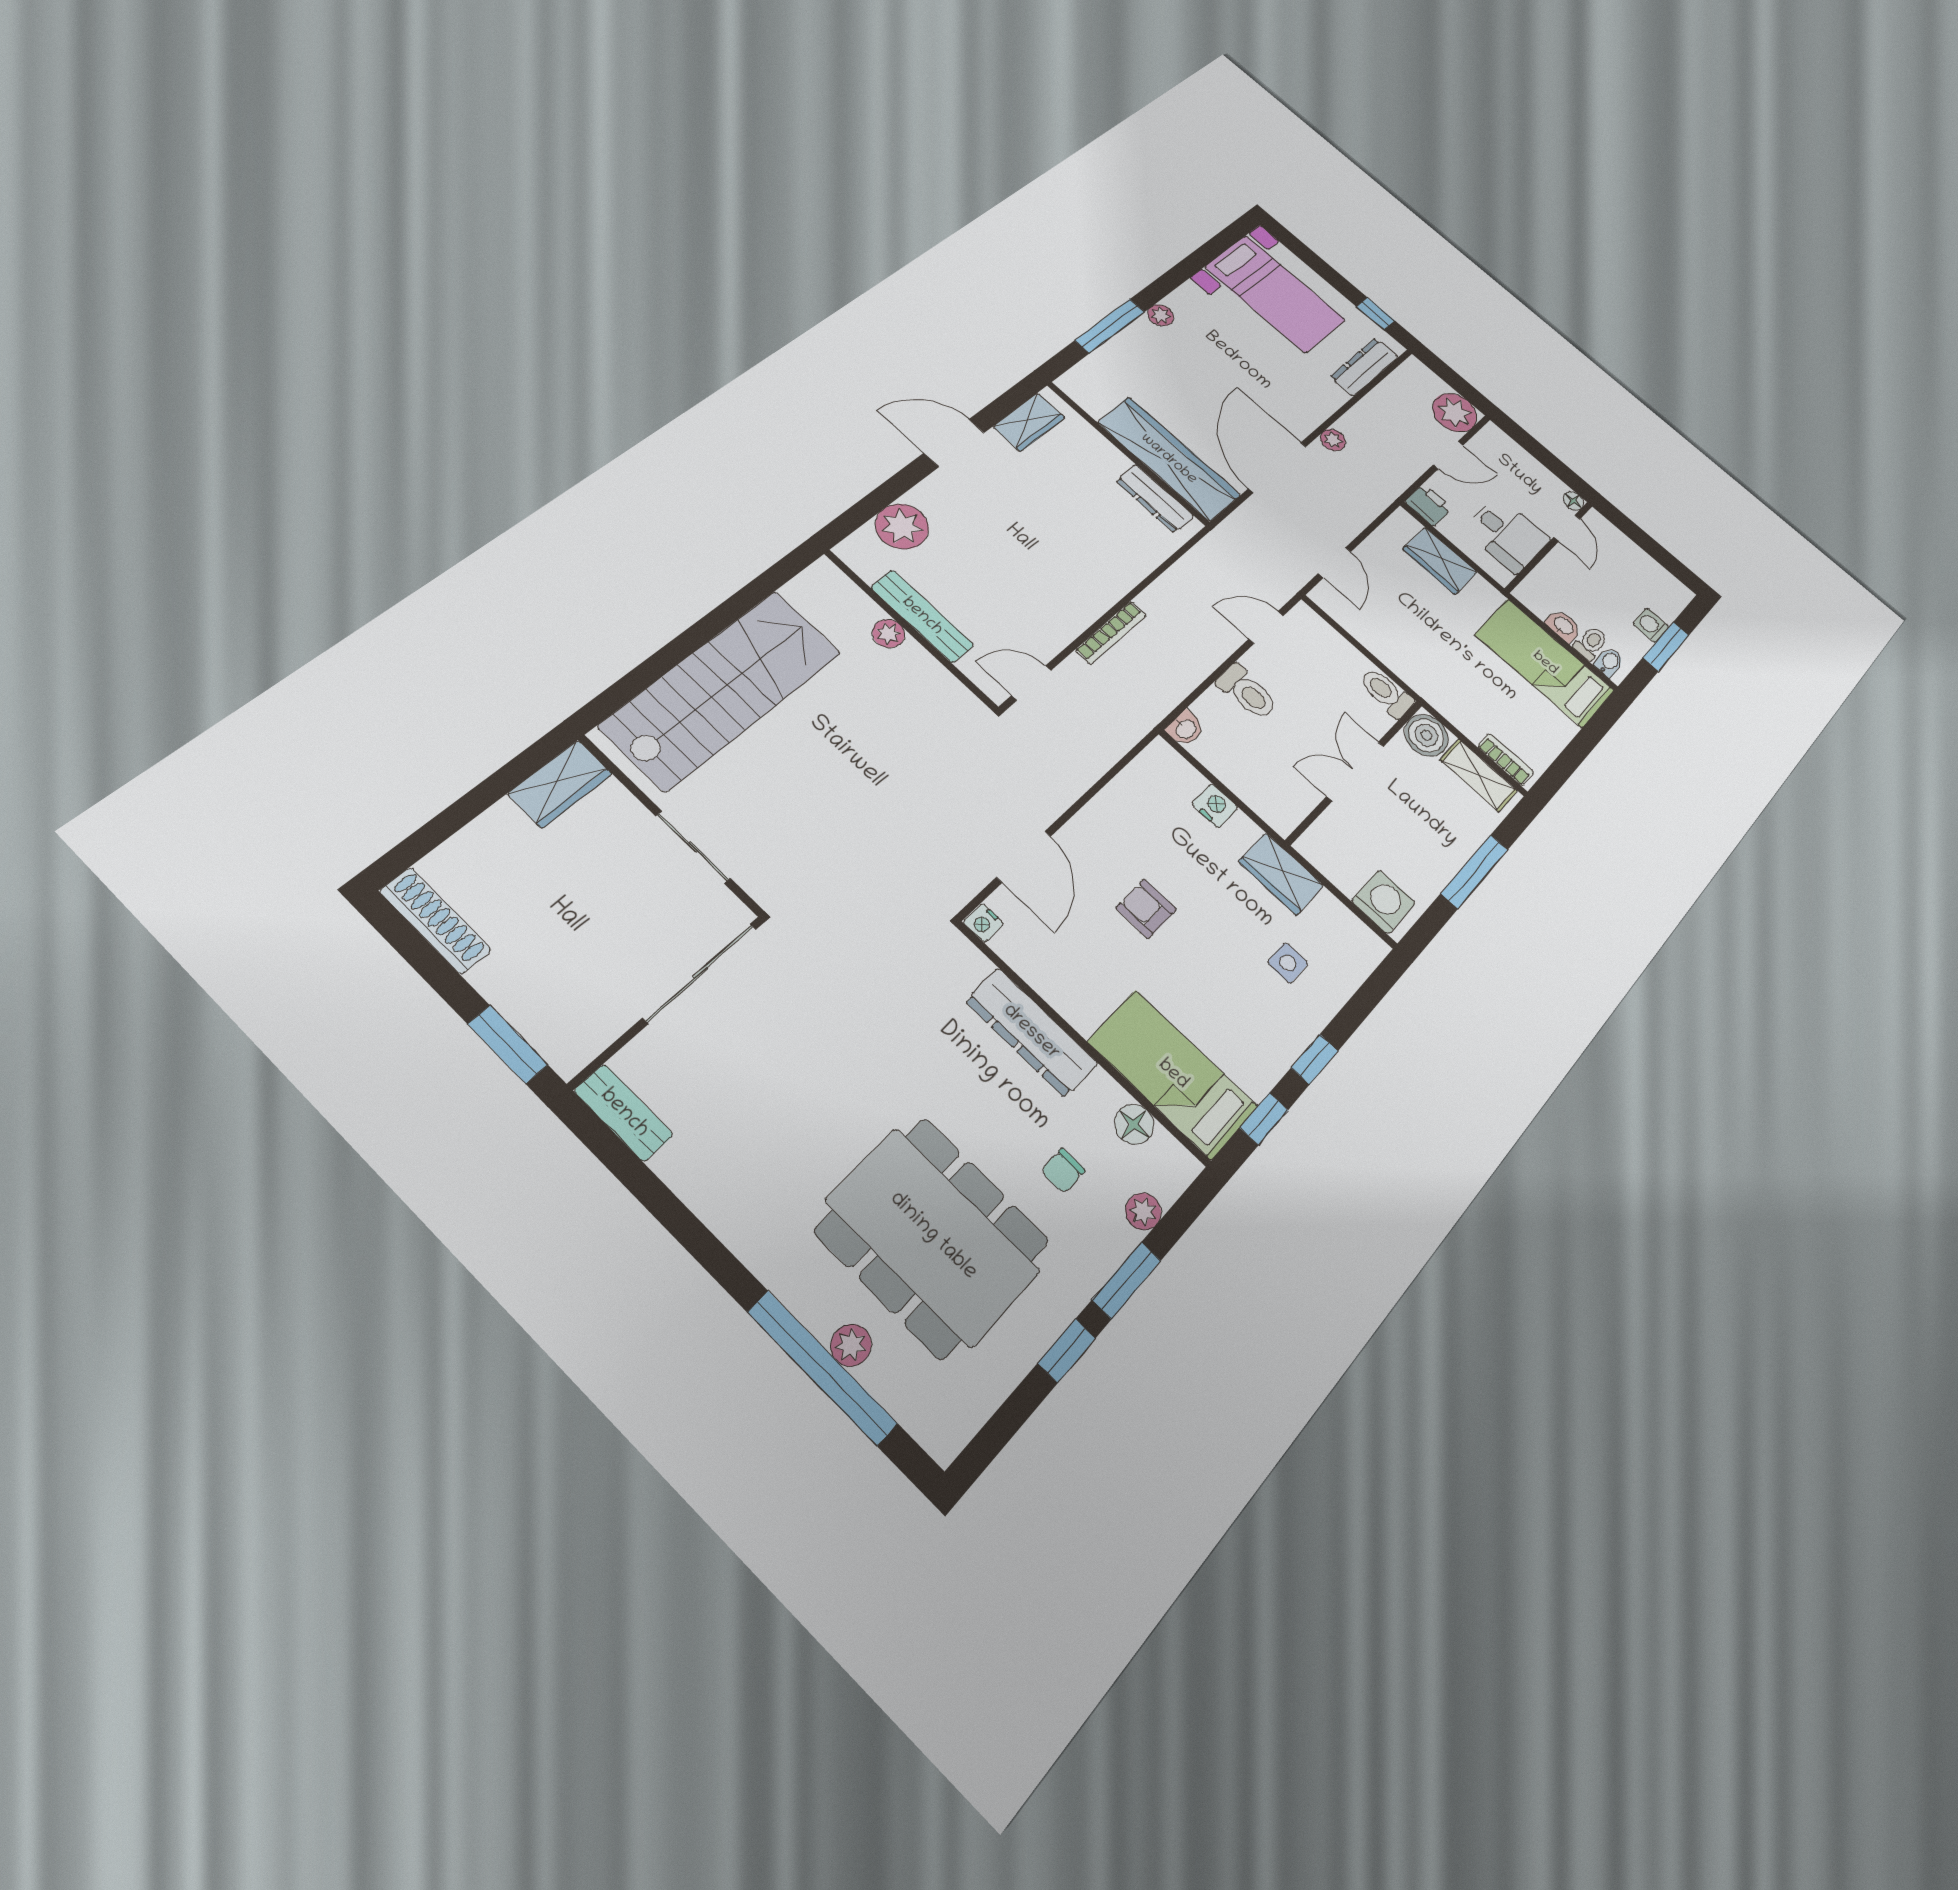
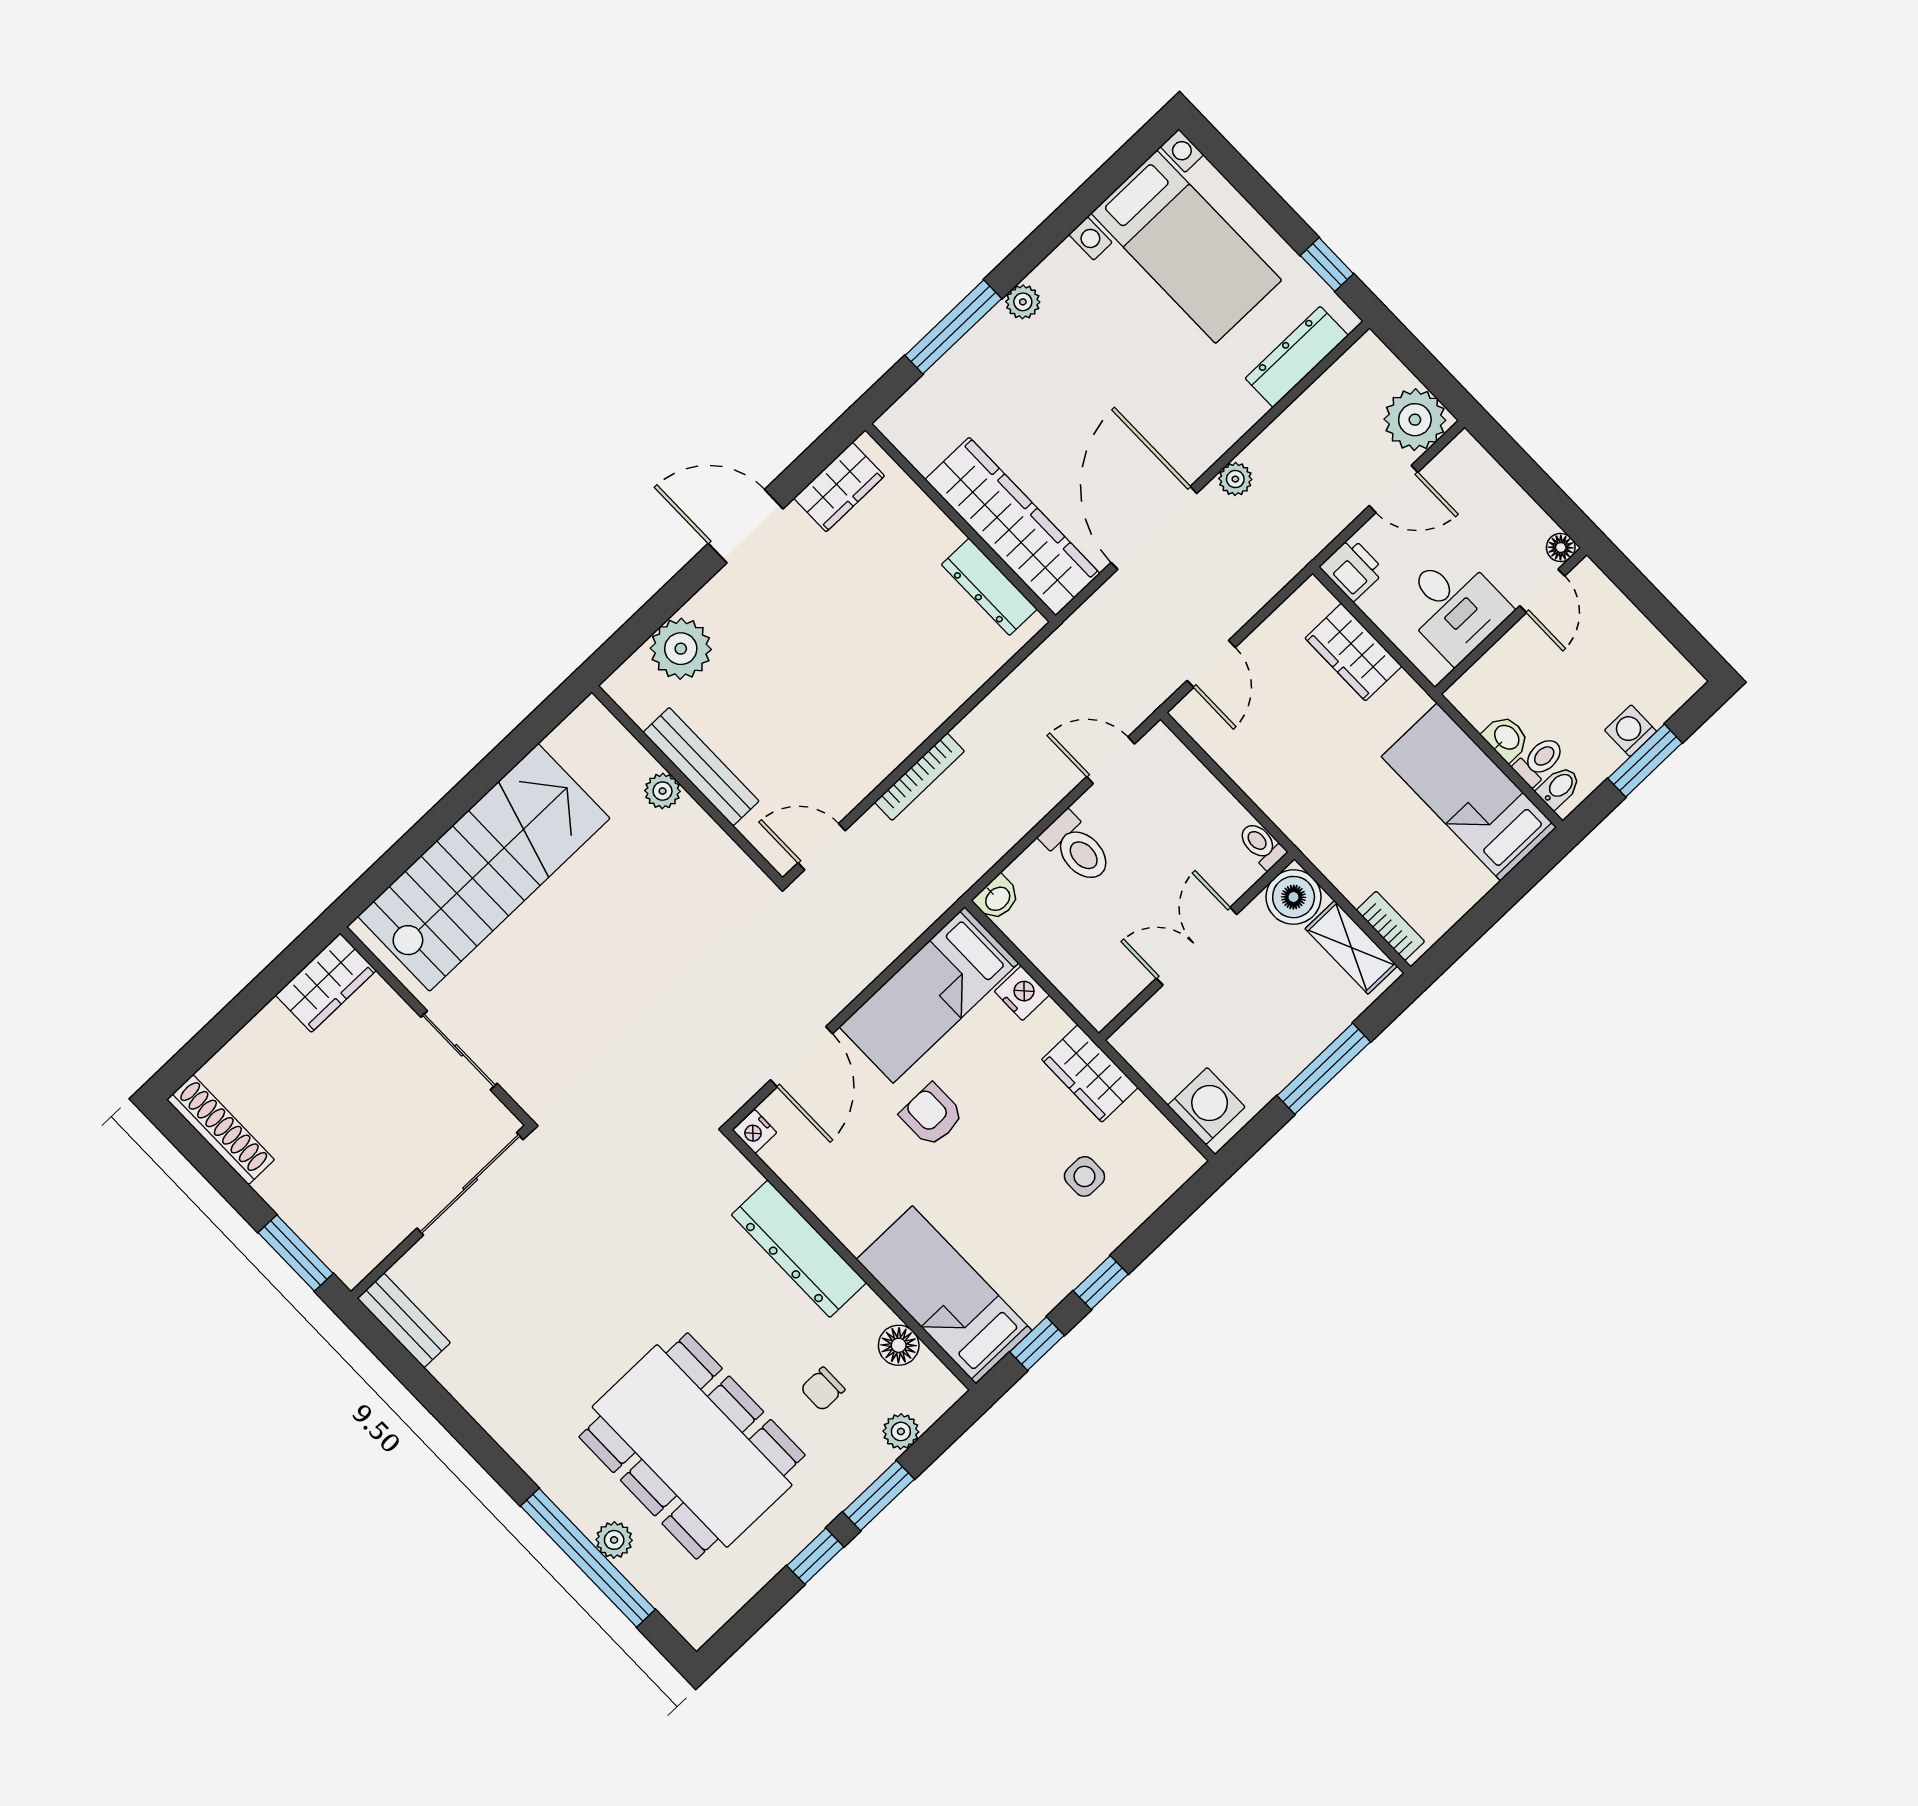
toilet: (1386, 693) -> (1262, 845), width x0.73, depth x0.72
bed: (1134, 806) -> (929, 995), added

